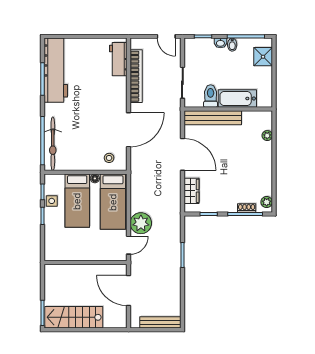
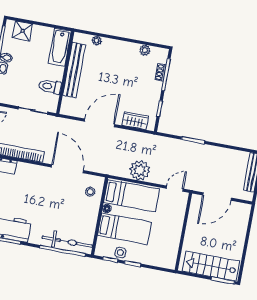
bathtub: (237, 98) -> (60, 47), moved
bench: (213, 118) -> (74, 70), moved
plant: (267, 202) -> (145, 50), moved
plant: (141, 223) -> (140, 170), moved
door: (129, 245) -> (175, 189), hinge flipped
stairs: (74, 317) -> (211, 266), moved, turned 90

